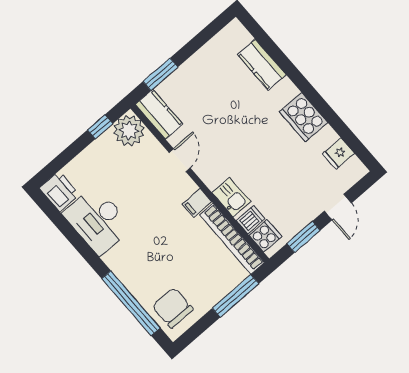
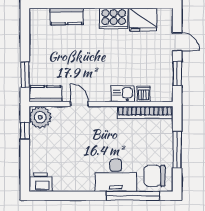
fridge: (338, 154) -> (143, 20), width x1.88, depth x1.34
filing cabinet: (197, 203) -> (110, 115), removed
desk: (98, 220) -> (116, 175), moved
cooker: (265, 236) -> (159, 93), removed
window: (236, 296) -> (177, 150), moved

